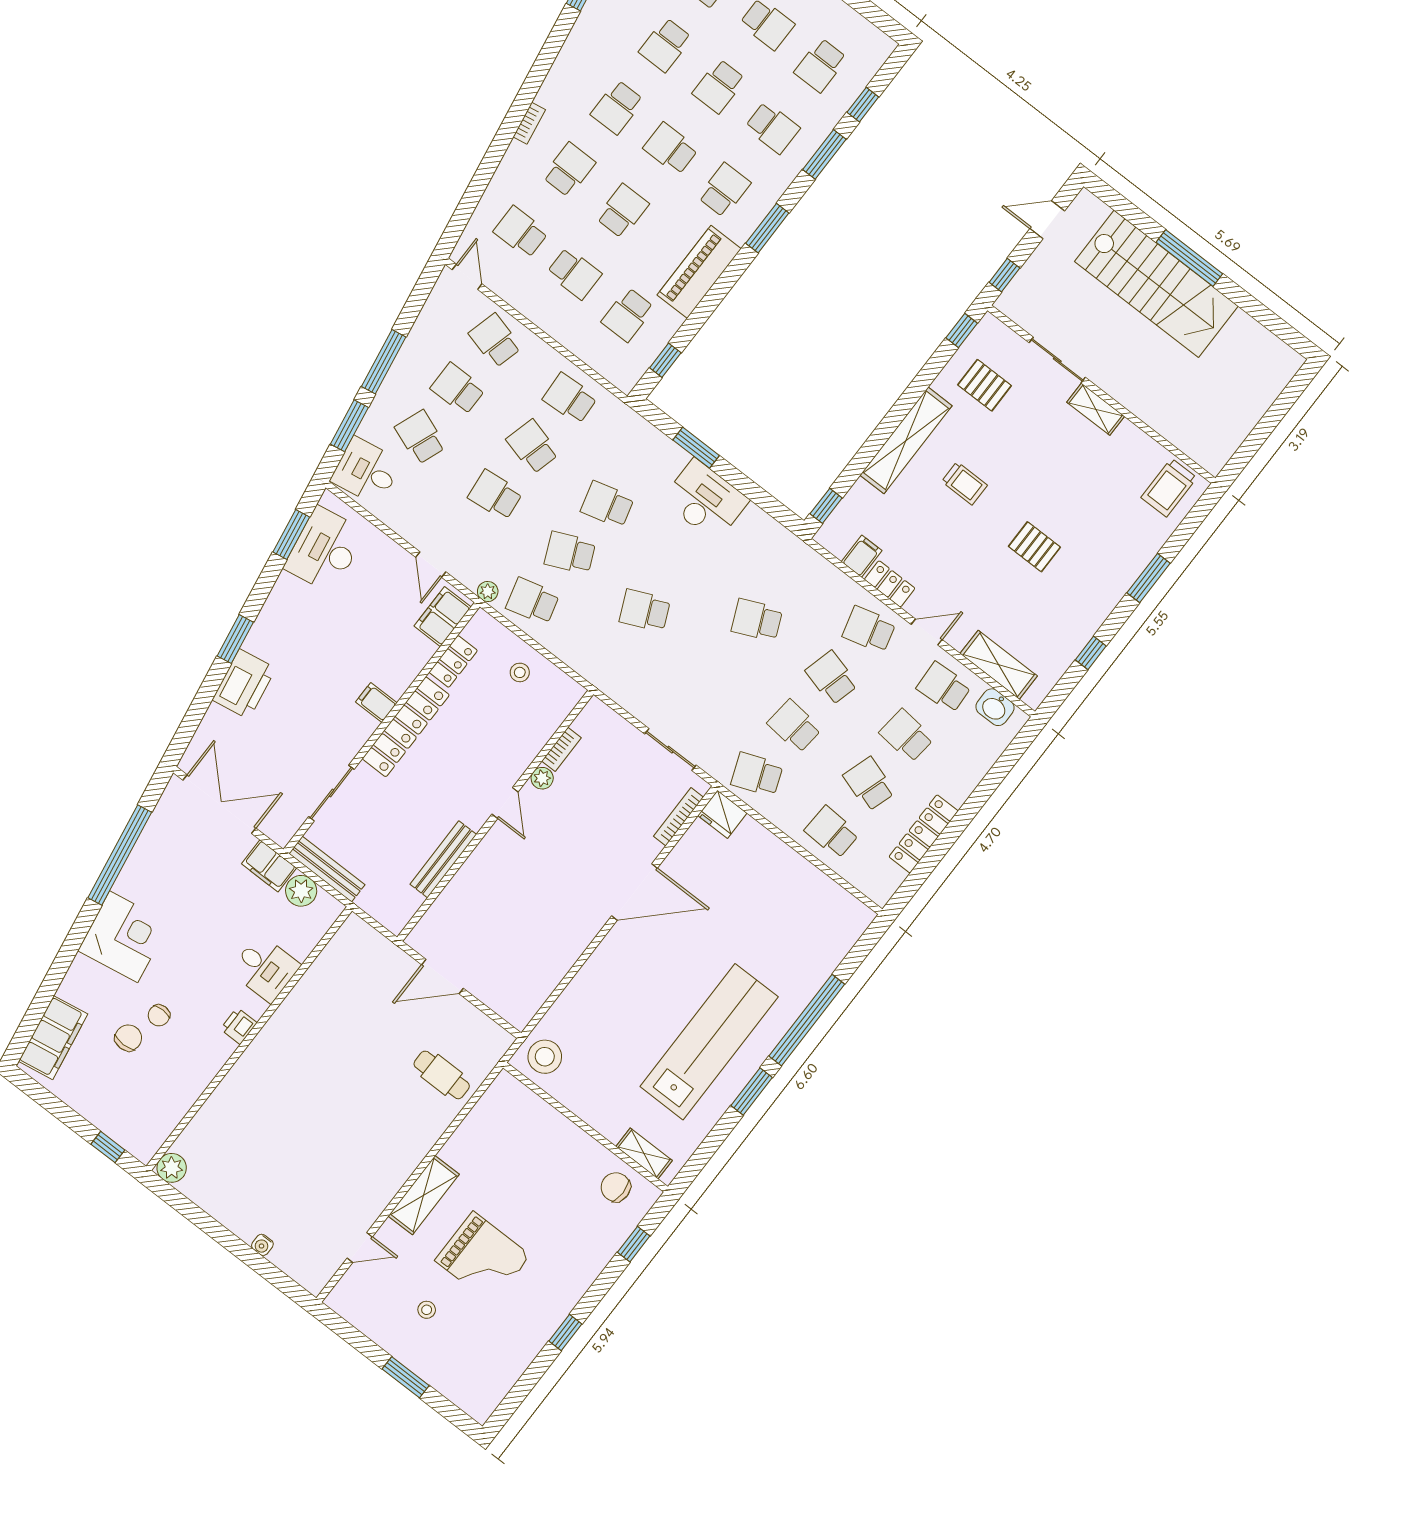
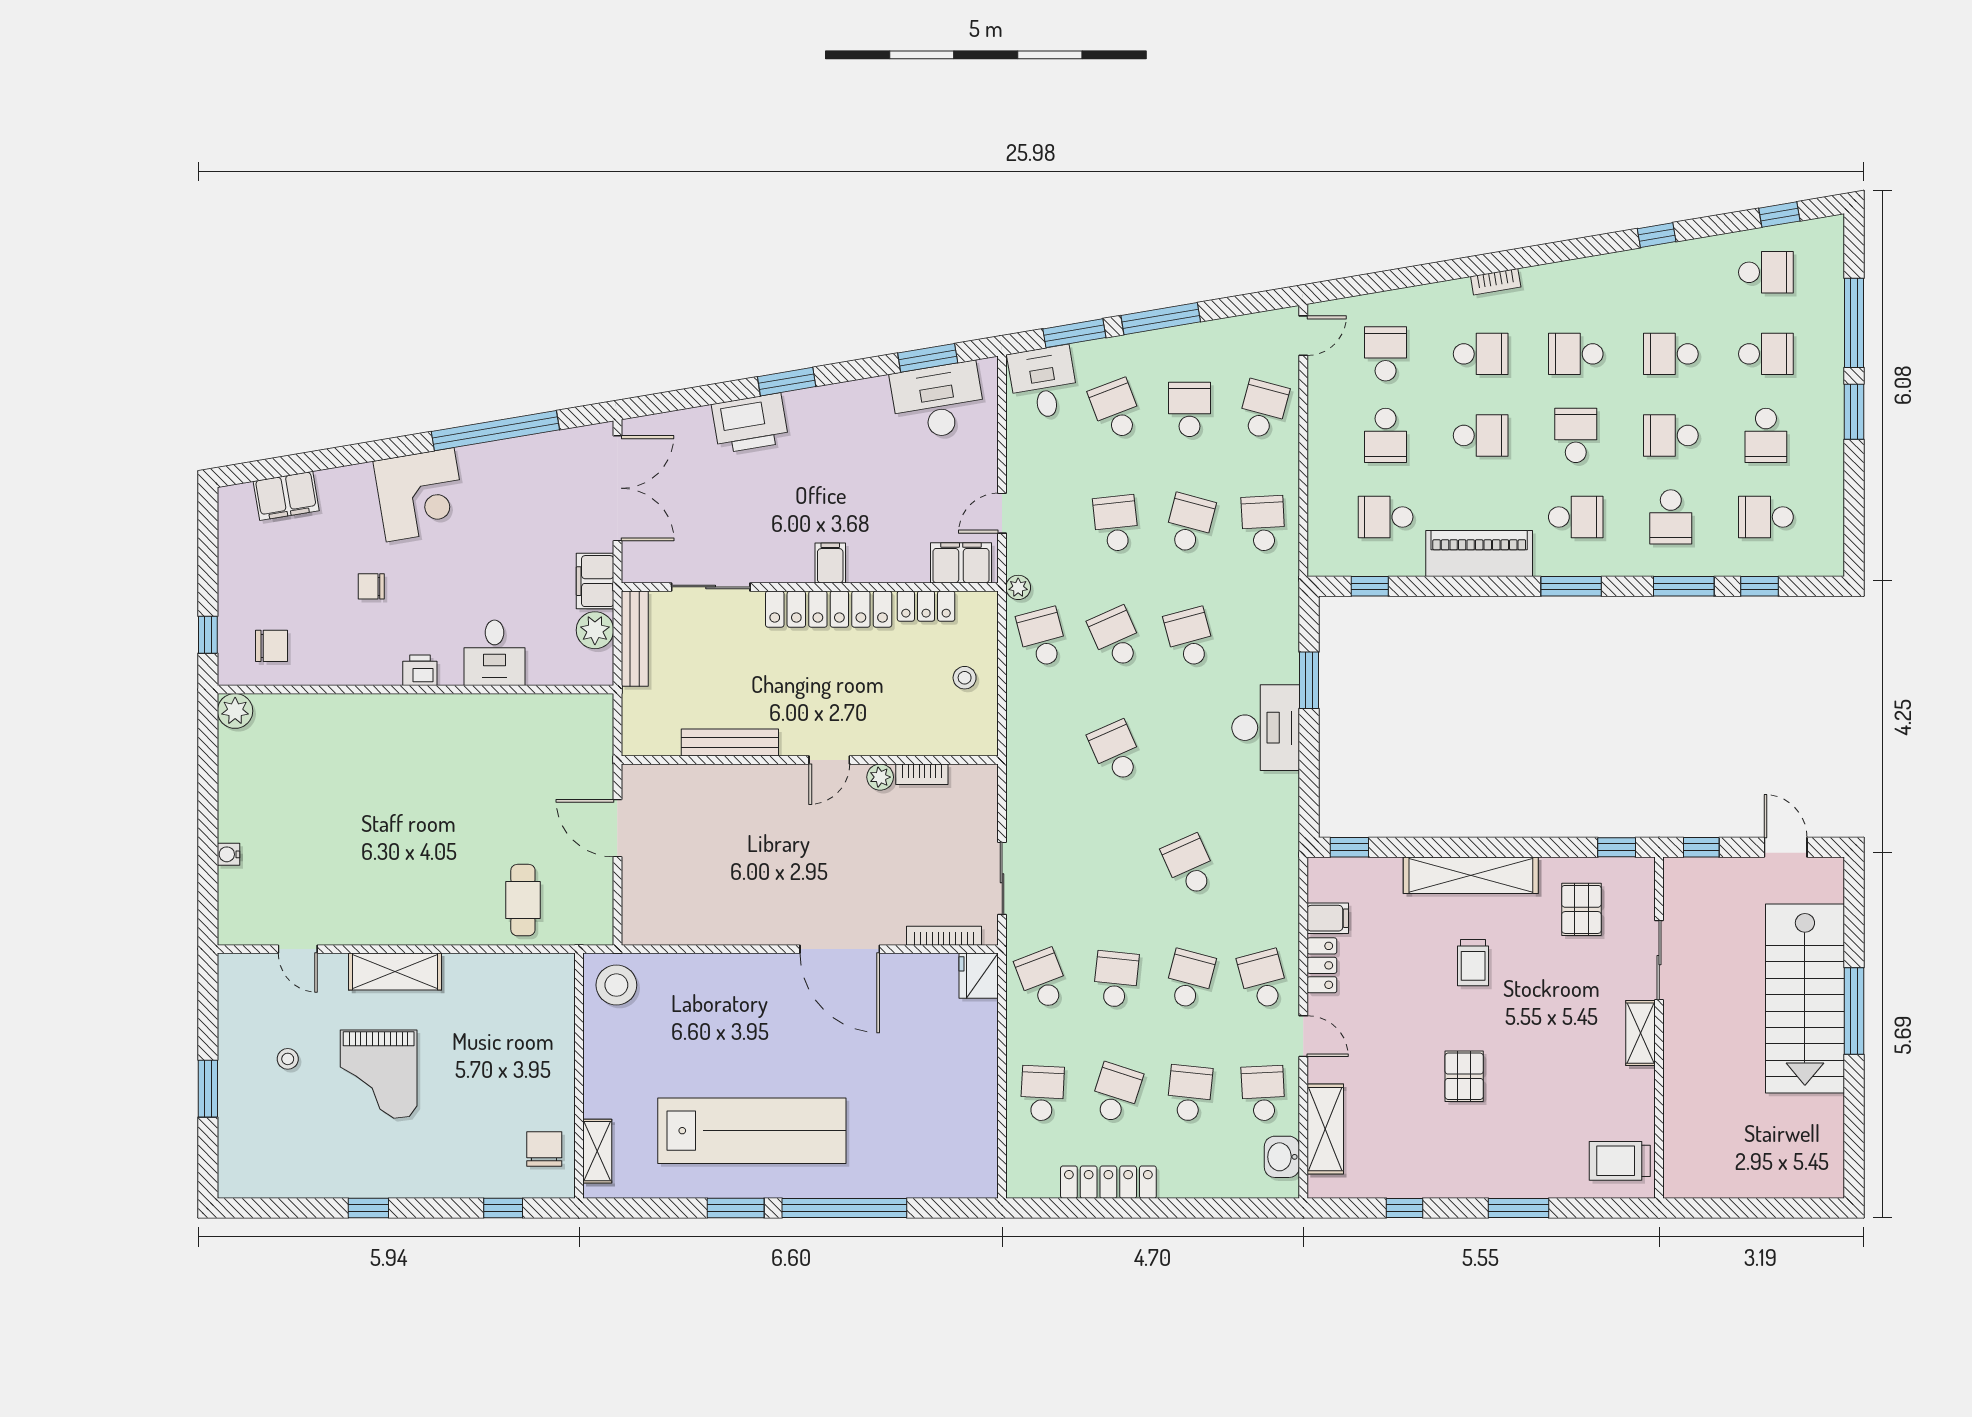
school desk: (420, 437) -> (1116, 409), turned -42
filing cabinet: (53, 1038) -> (286, 496), width x0.67, depth x0.86
chair: (128, 1038) -> (272, 646), moved

